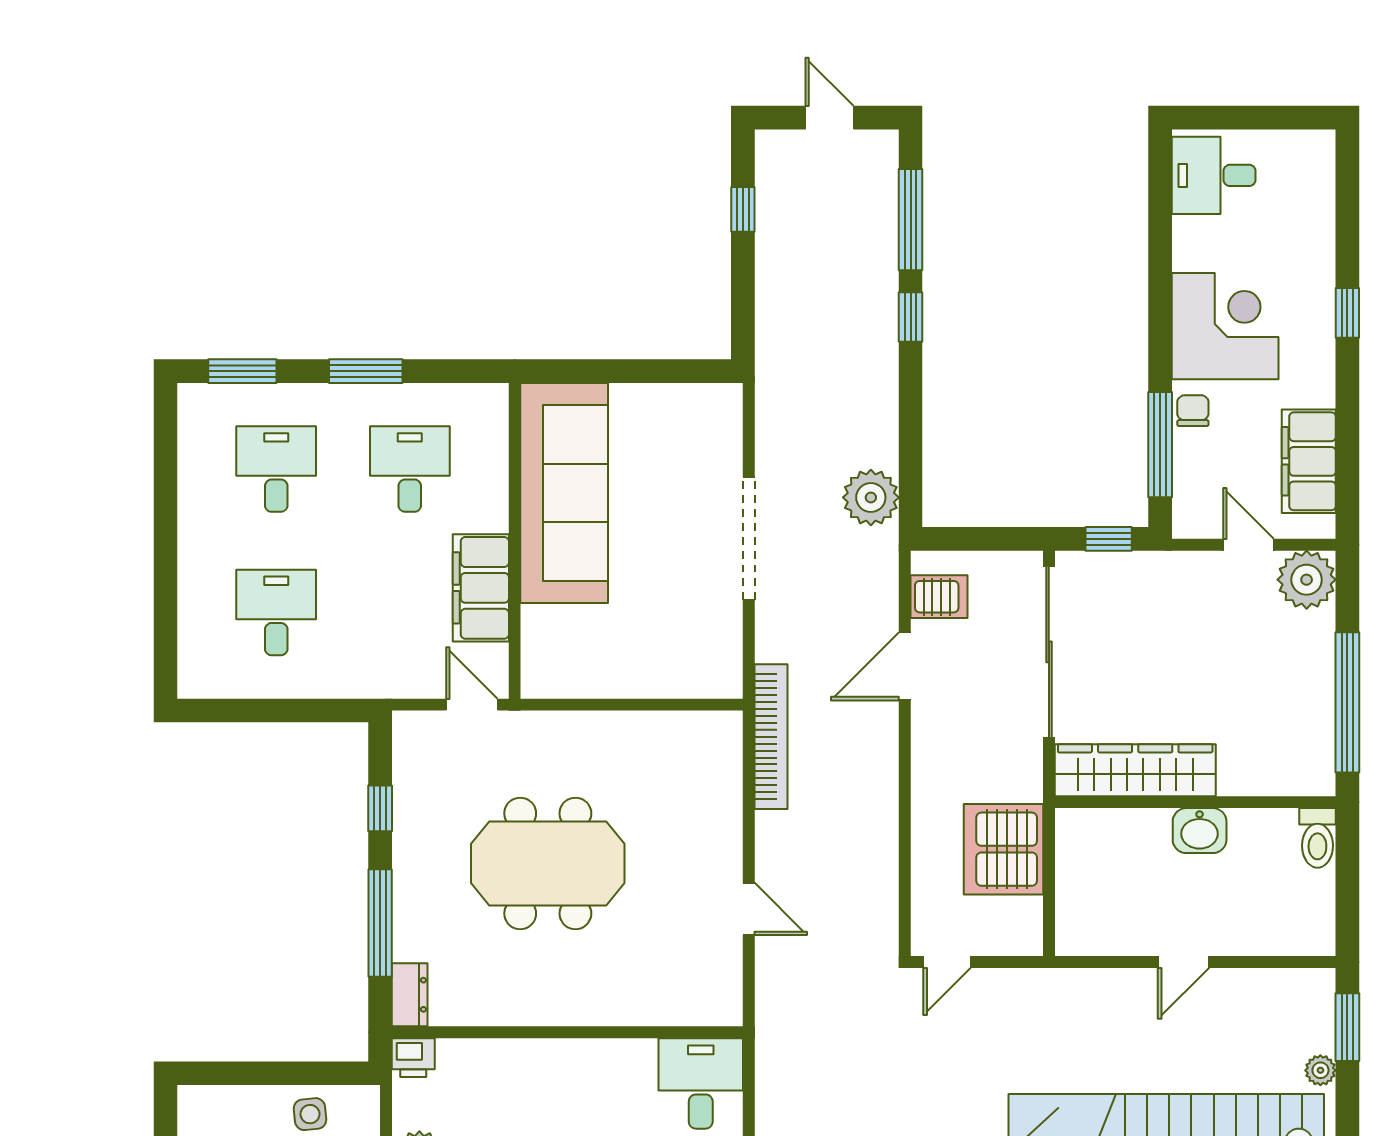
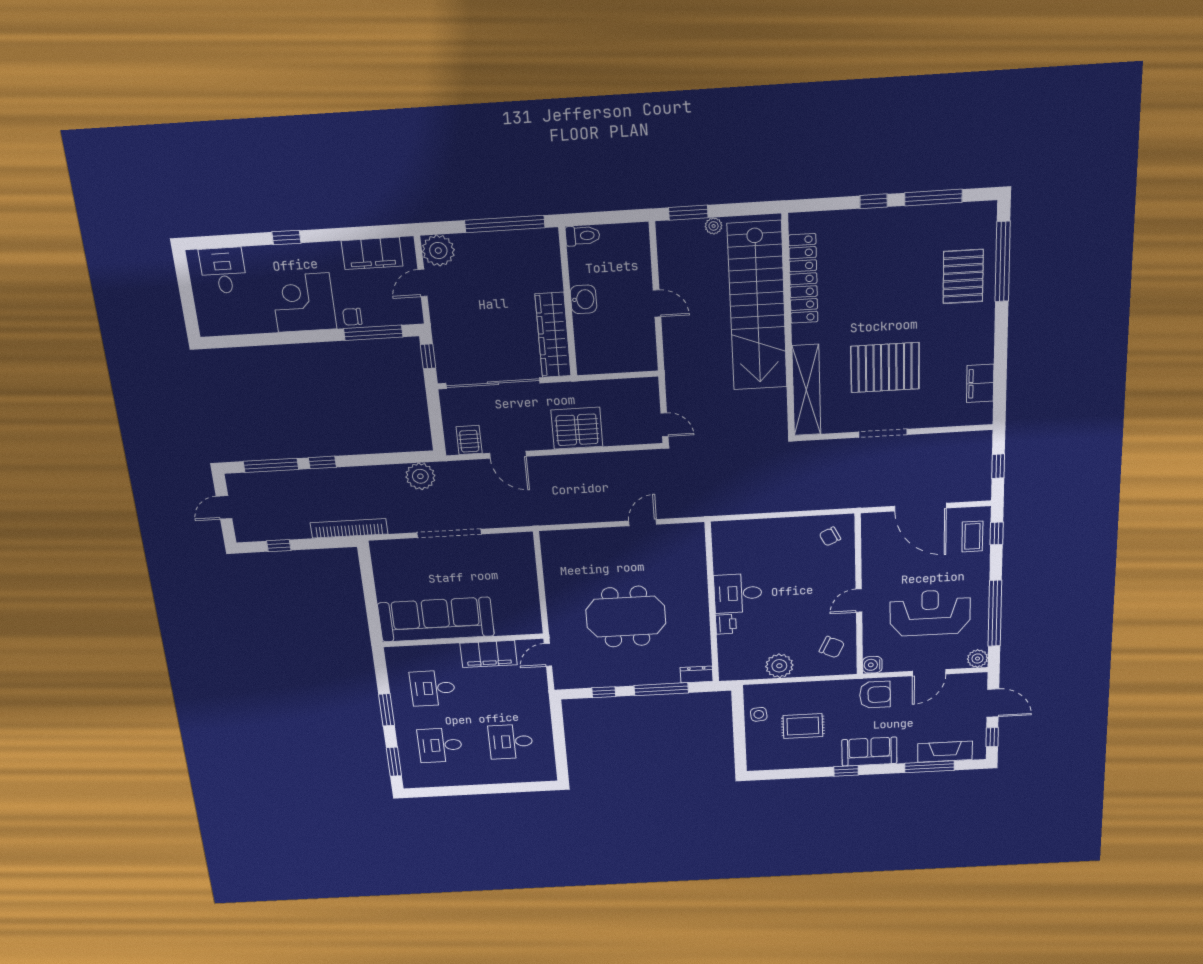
desk: (1214, 175) -> (223, 271), moved, turned 180
bookcase: (771, 737) -> (349, 528), moved
server rack: (1003, 849) -> (577, 428), moved, turned 180
meeting table: (548, 863) -> (626, 617), turned 90
printer: (413, 1058) -> (726, 624), moved
desk: (701, 1083) -> (738, 593), moved

